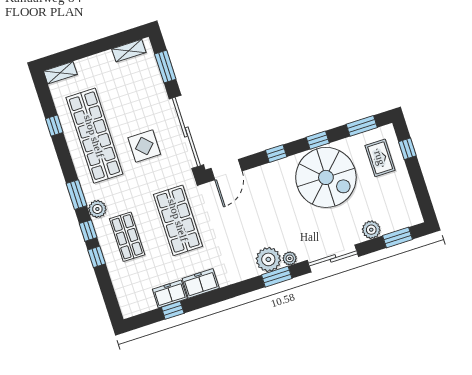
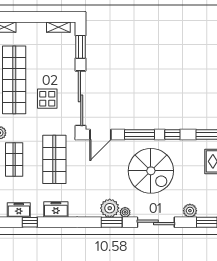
window: (276, 154) -> (140, 134), width x2.17
spiral stairs: (326, 177) -> (151, 171), moved
freezer: (170, 294) -> (19, 210), moved

